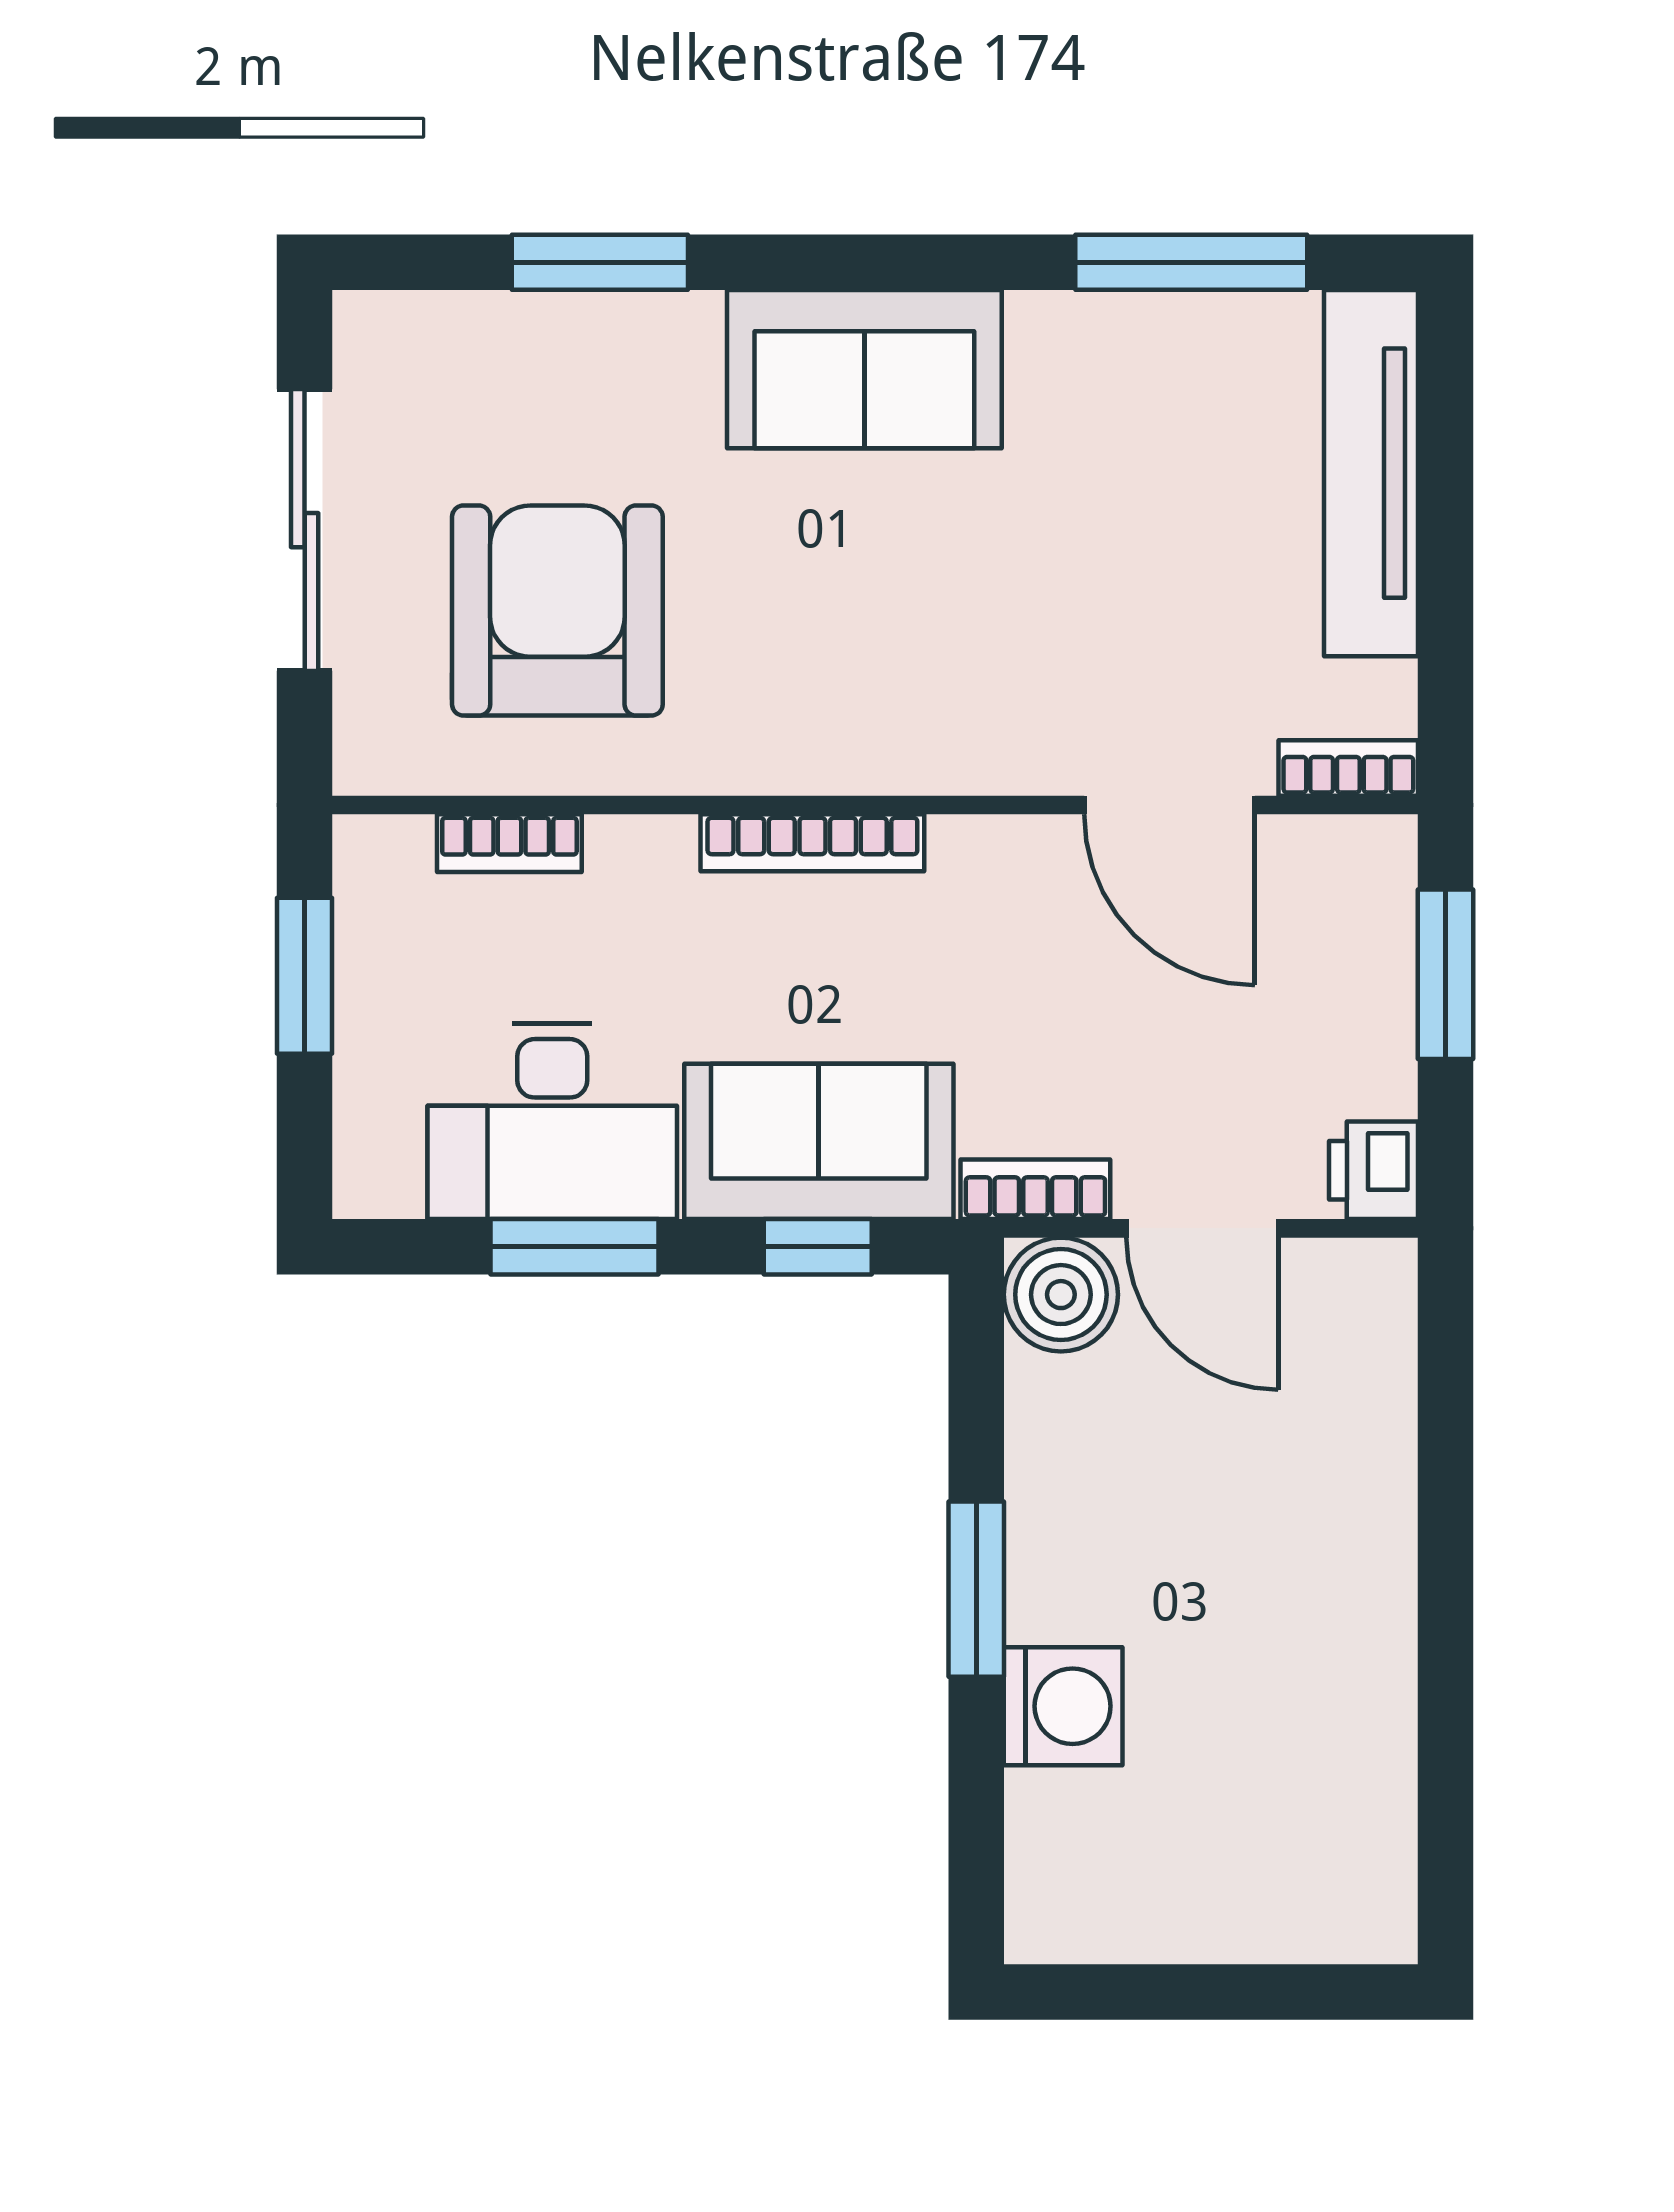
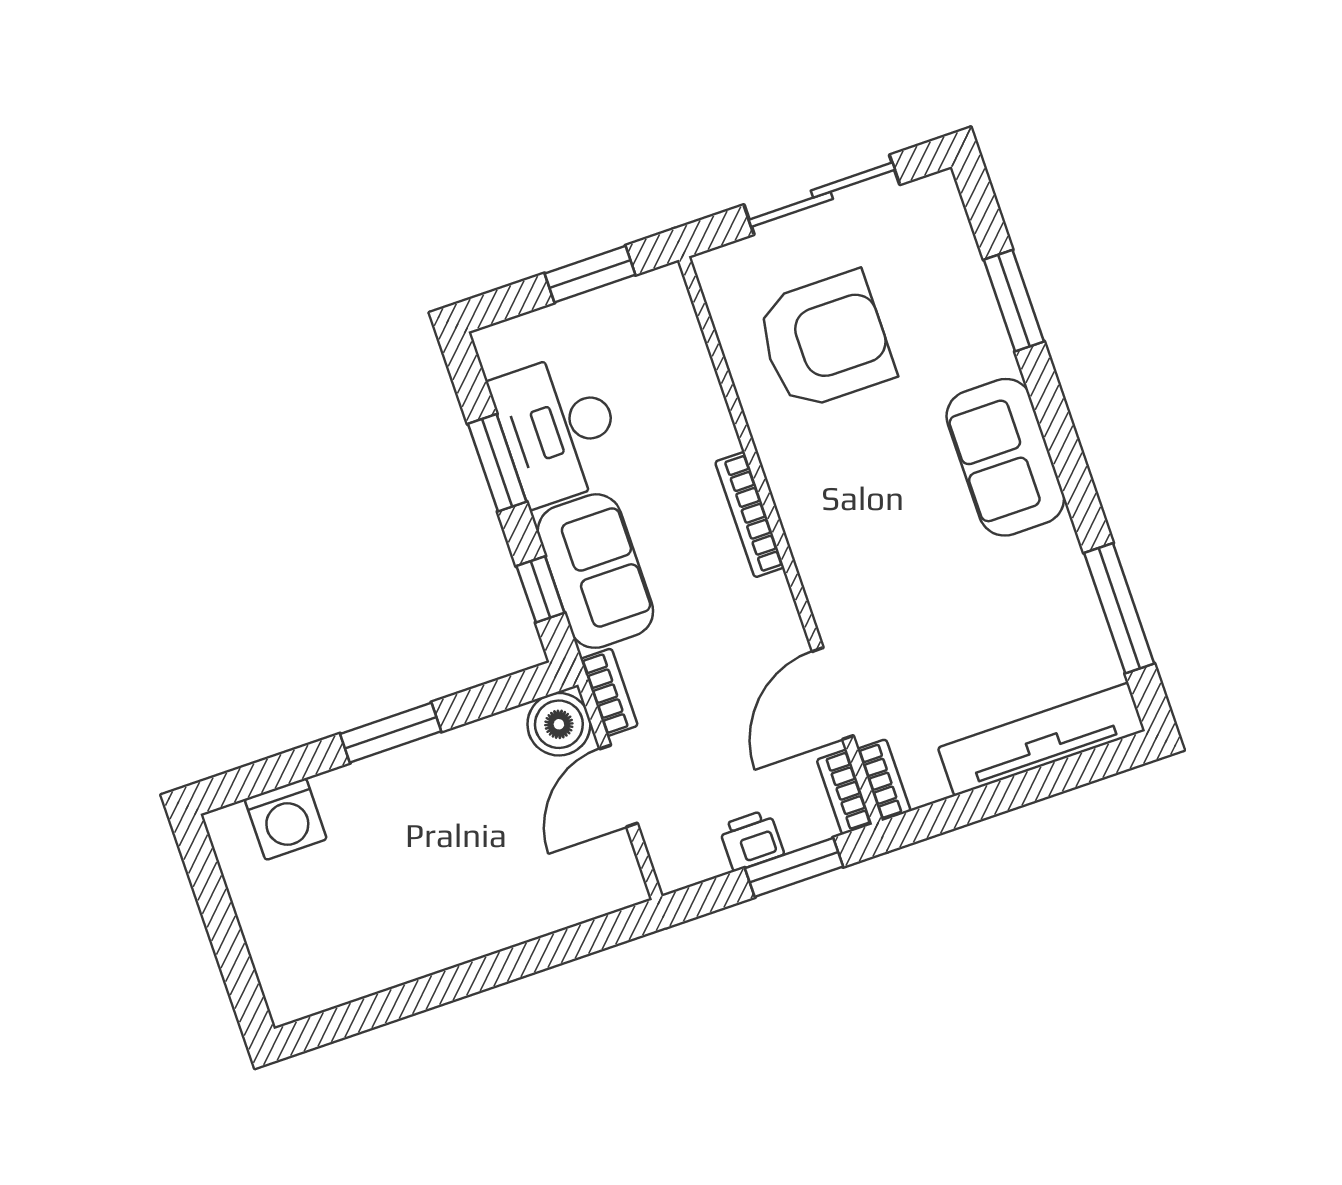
bookcase: (509, 843) -> (844, 792), moved
printer: (1374, 1170) -> (751, 840), moved
washing machine: (1063, 1706) -> (286, 819), moved

